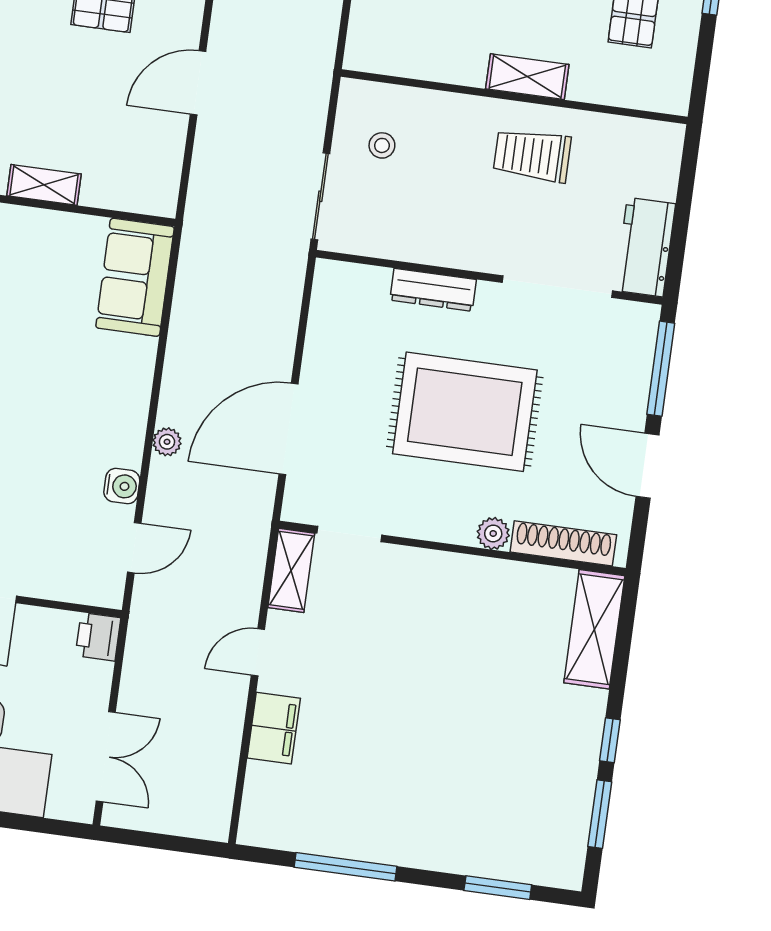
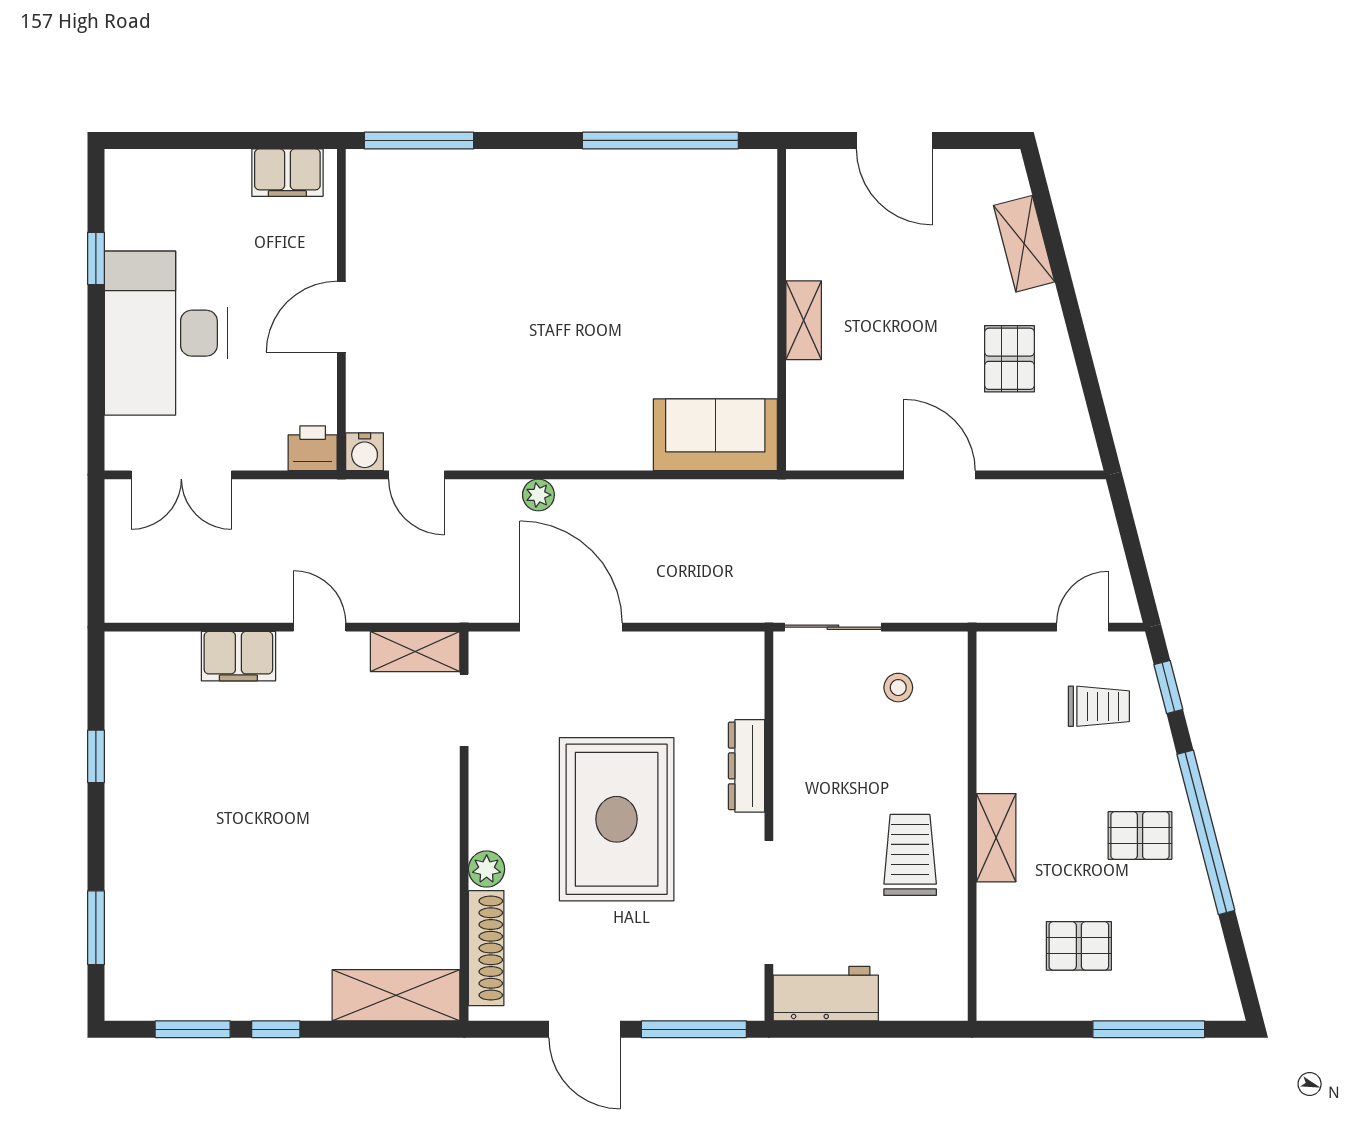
door: (647, 466) -> (585, 1029), swing flipped
water cooler: (122, 486) -> (365, 452), moved
window: (345, 867) -> (96, 756), width x0.46

